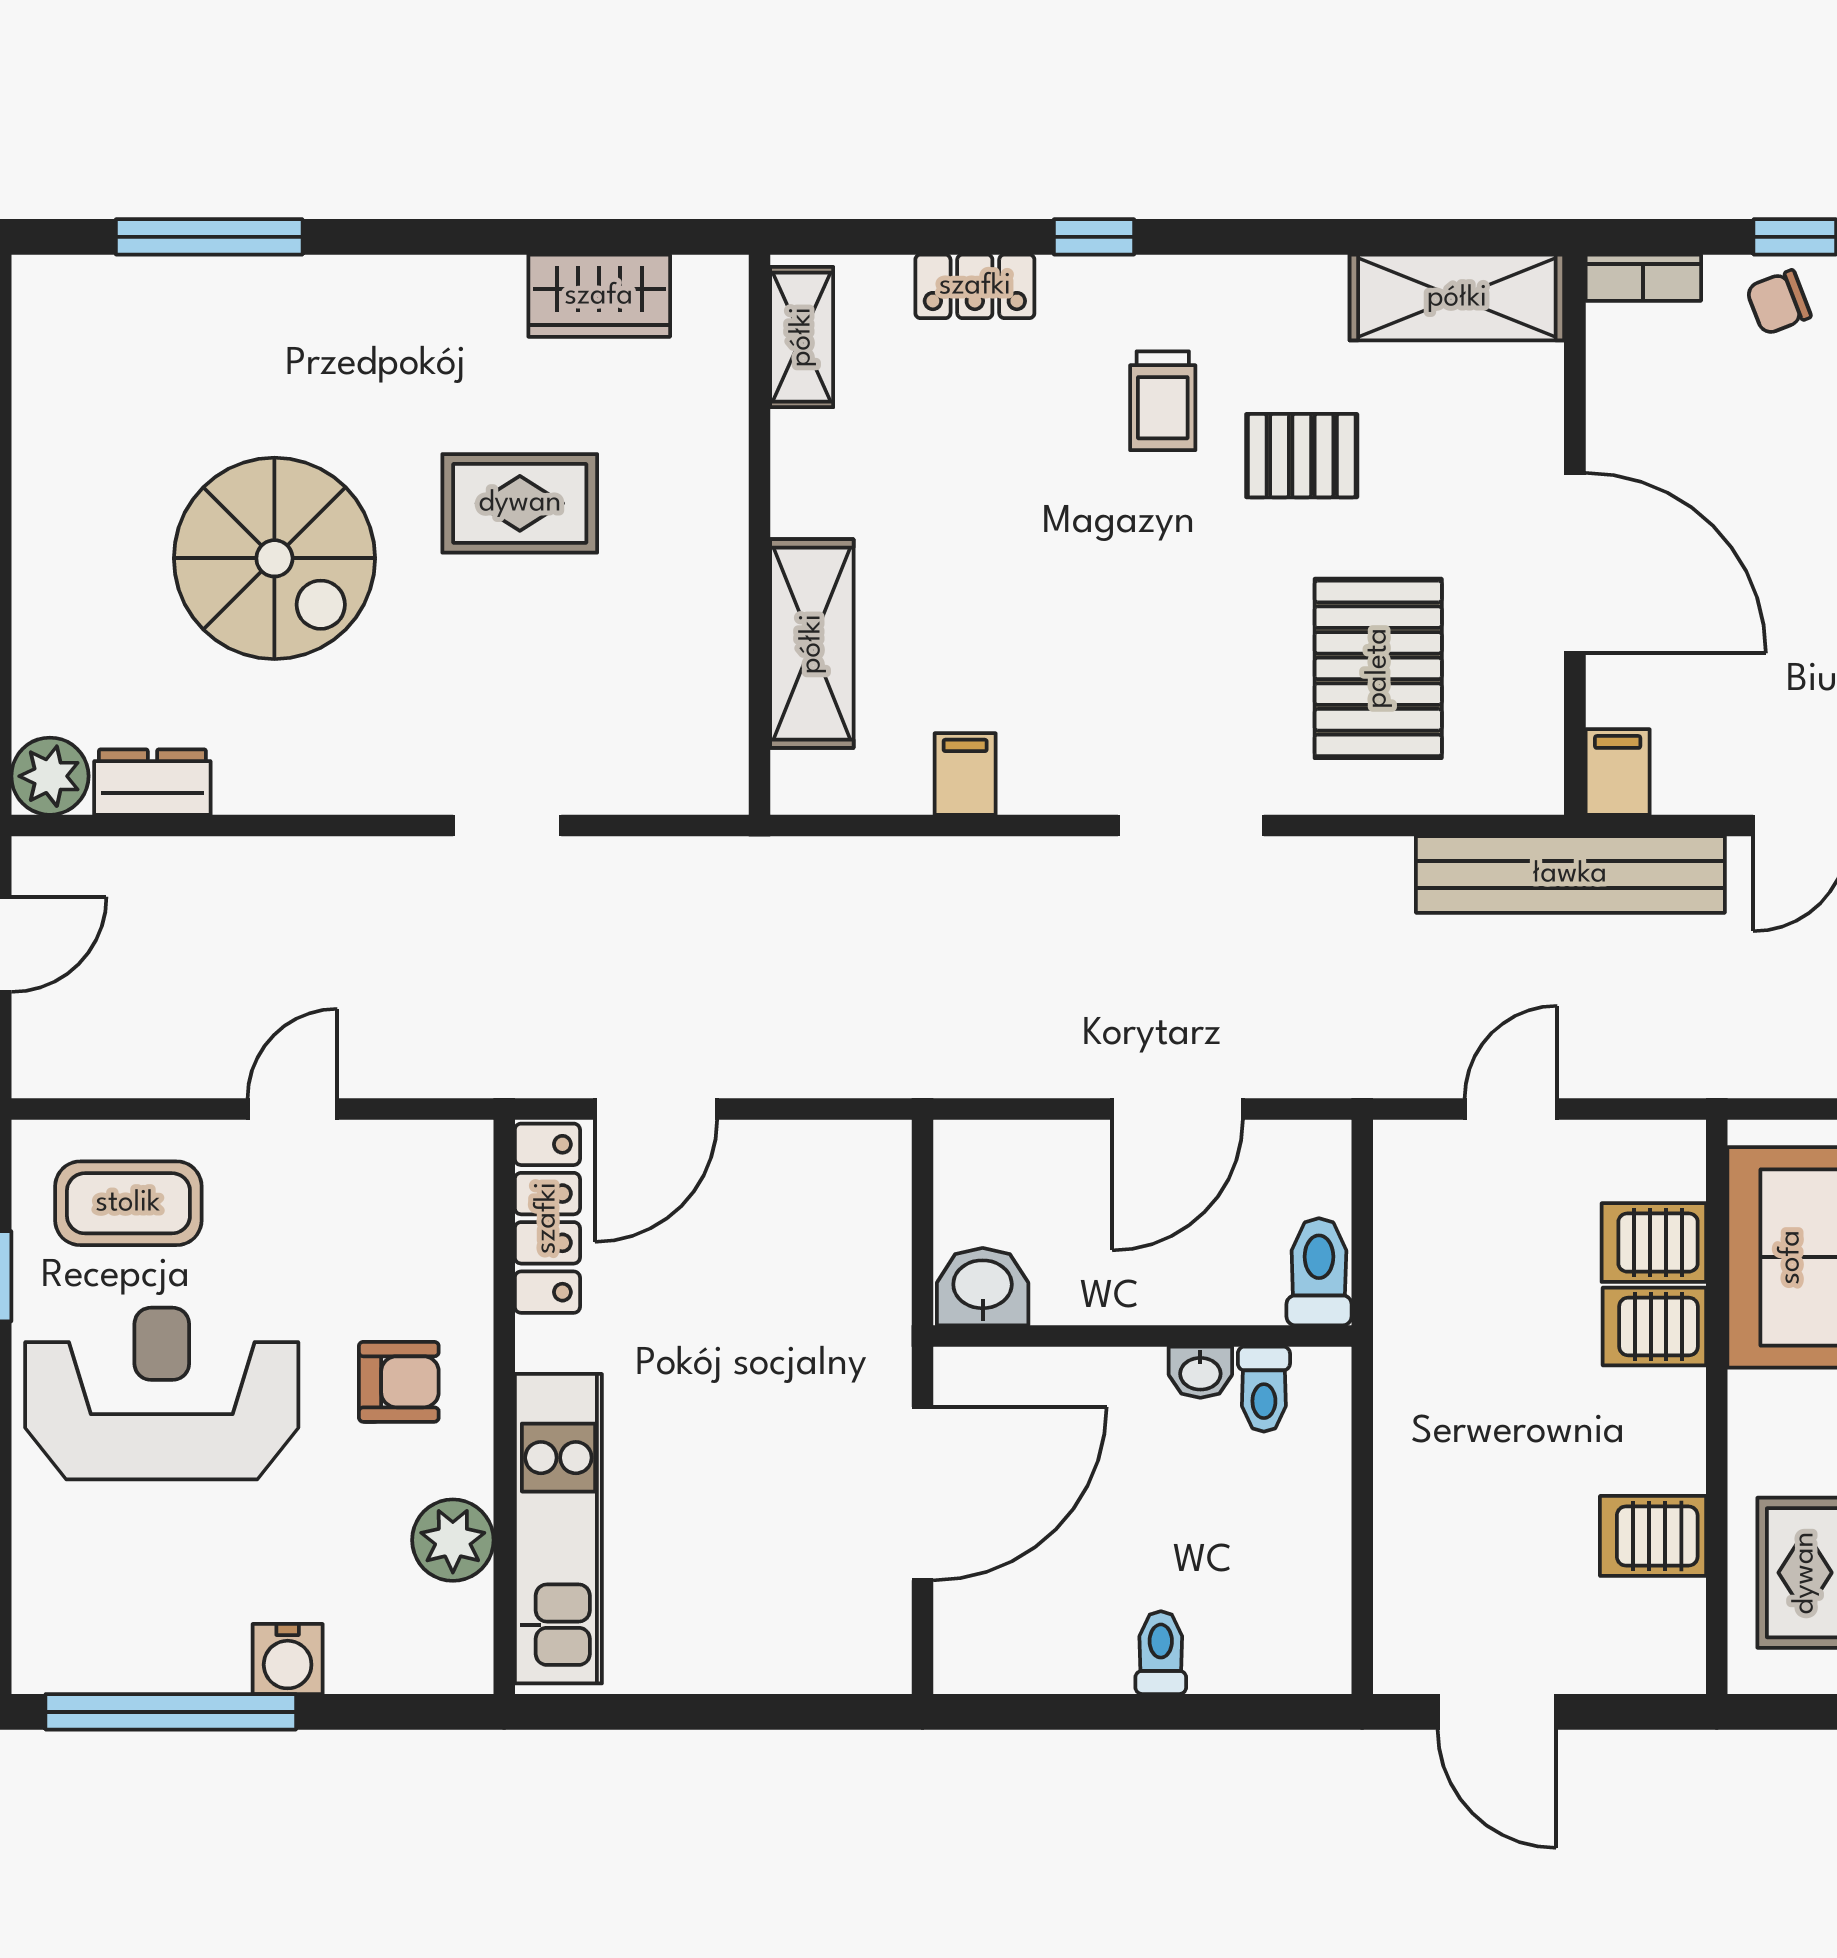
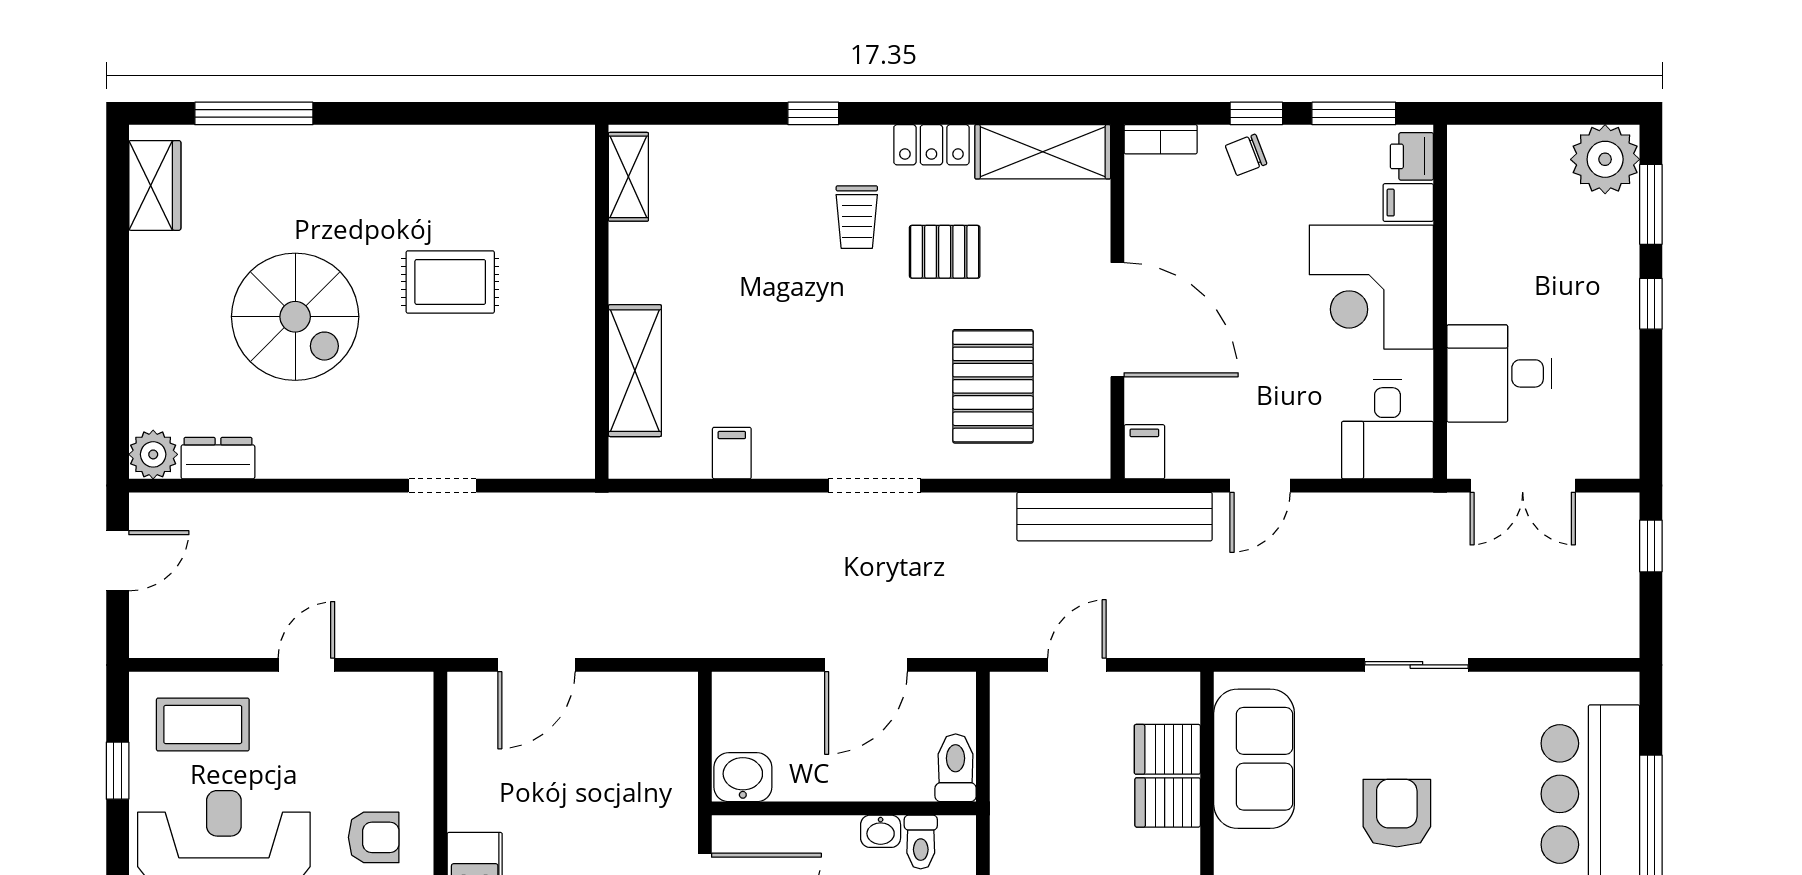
locker: (975, 286) -> (931, 145), moved
wardrobe: (599, 296) -> (155, 185), moved, turned -90
locker: (547, 1218) -> (468, 734), removed

